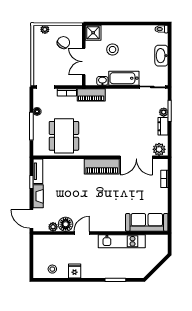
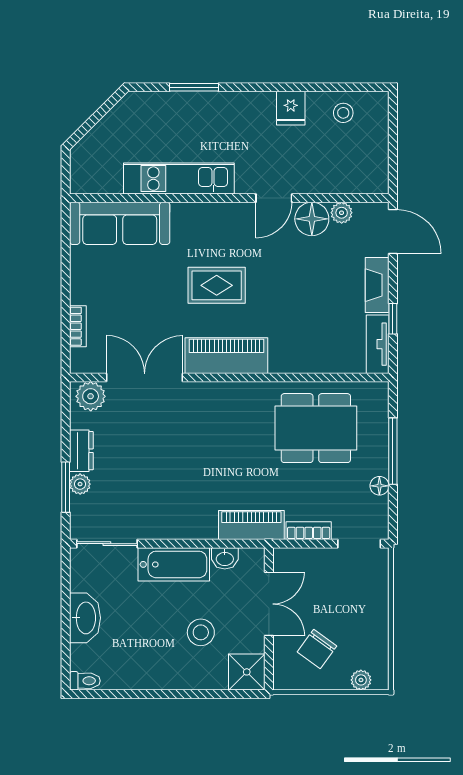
dining table: (64, 136) -> (316, 428), turned 90
rug: (106, 196) -> (217, 285), added

